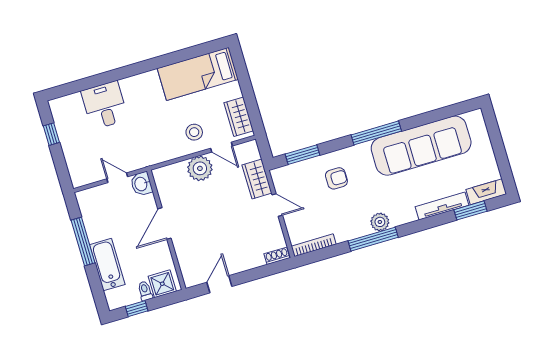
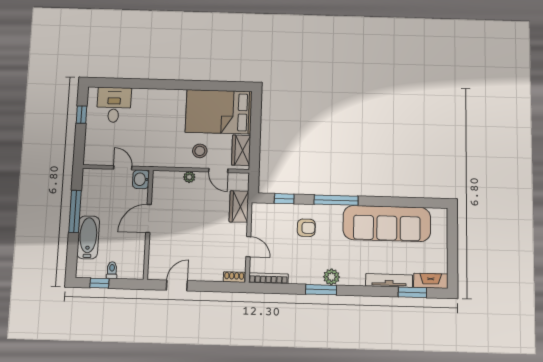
bed: (198, 74) -> (219, 112), width x1.50
desk: (105, 105) -> (114, 105), moved
window: (376, 133) -> (336, 200), moved
window: (303, 155) -> (284, 199), width x0.67
plant: (200, 168) -> (189, 177), width x0.53, depth x0.53
door: (277, 205) -> (248, 247), moved
window: (373, 239) -> (321, 290), width x0.69
shower: (162, 284) -> (129, 269), removed

